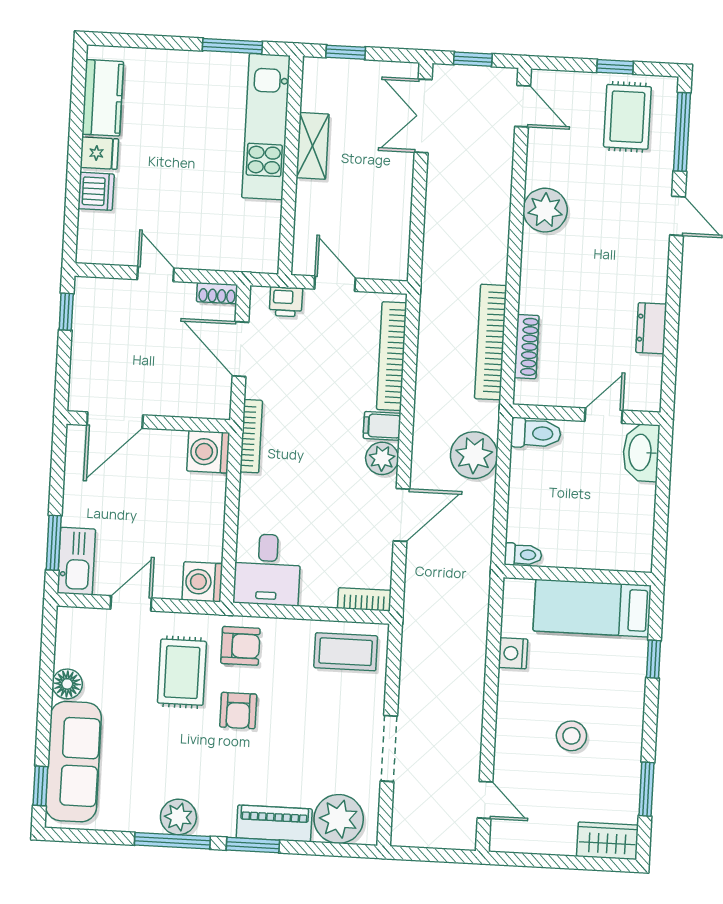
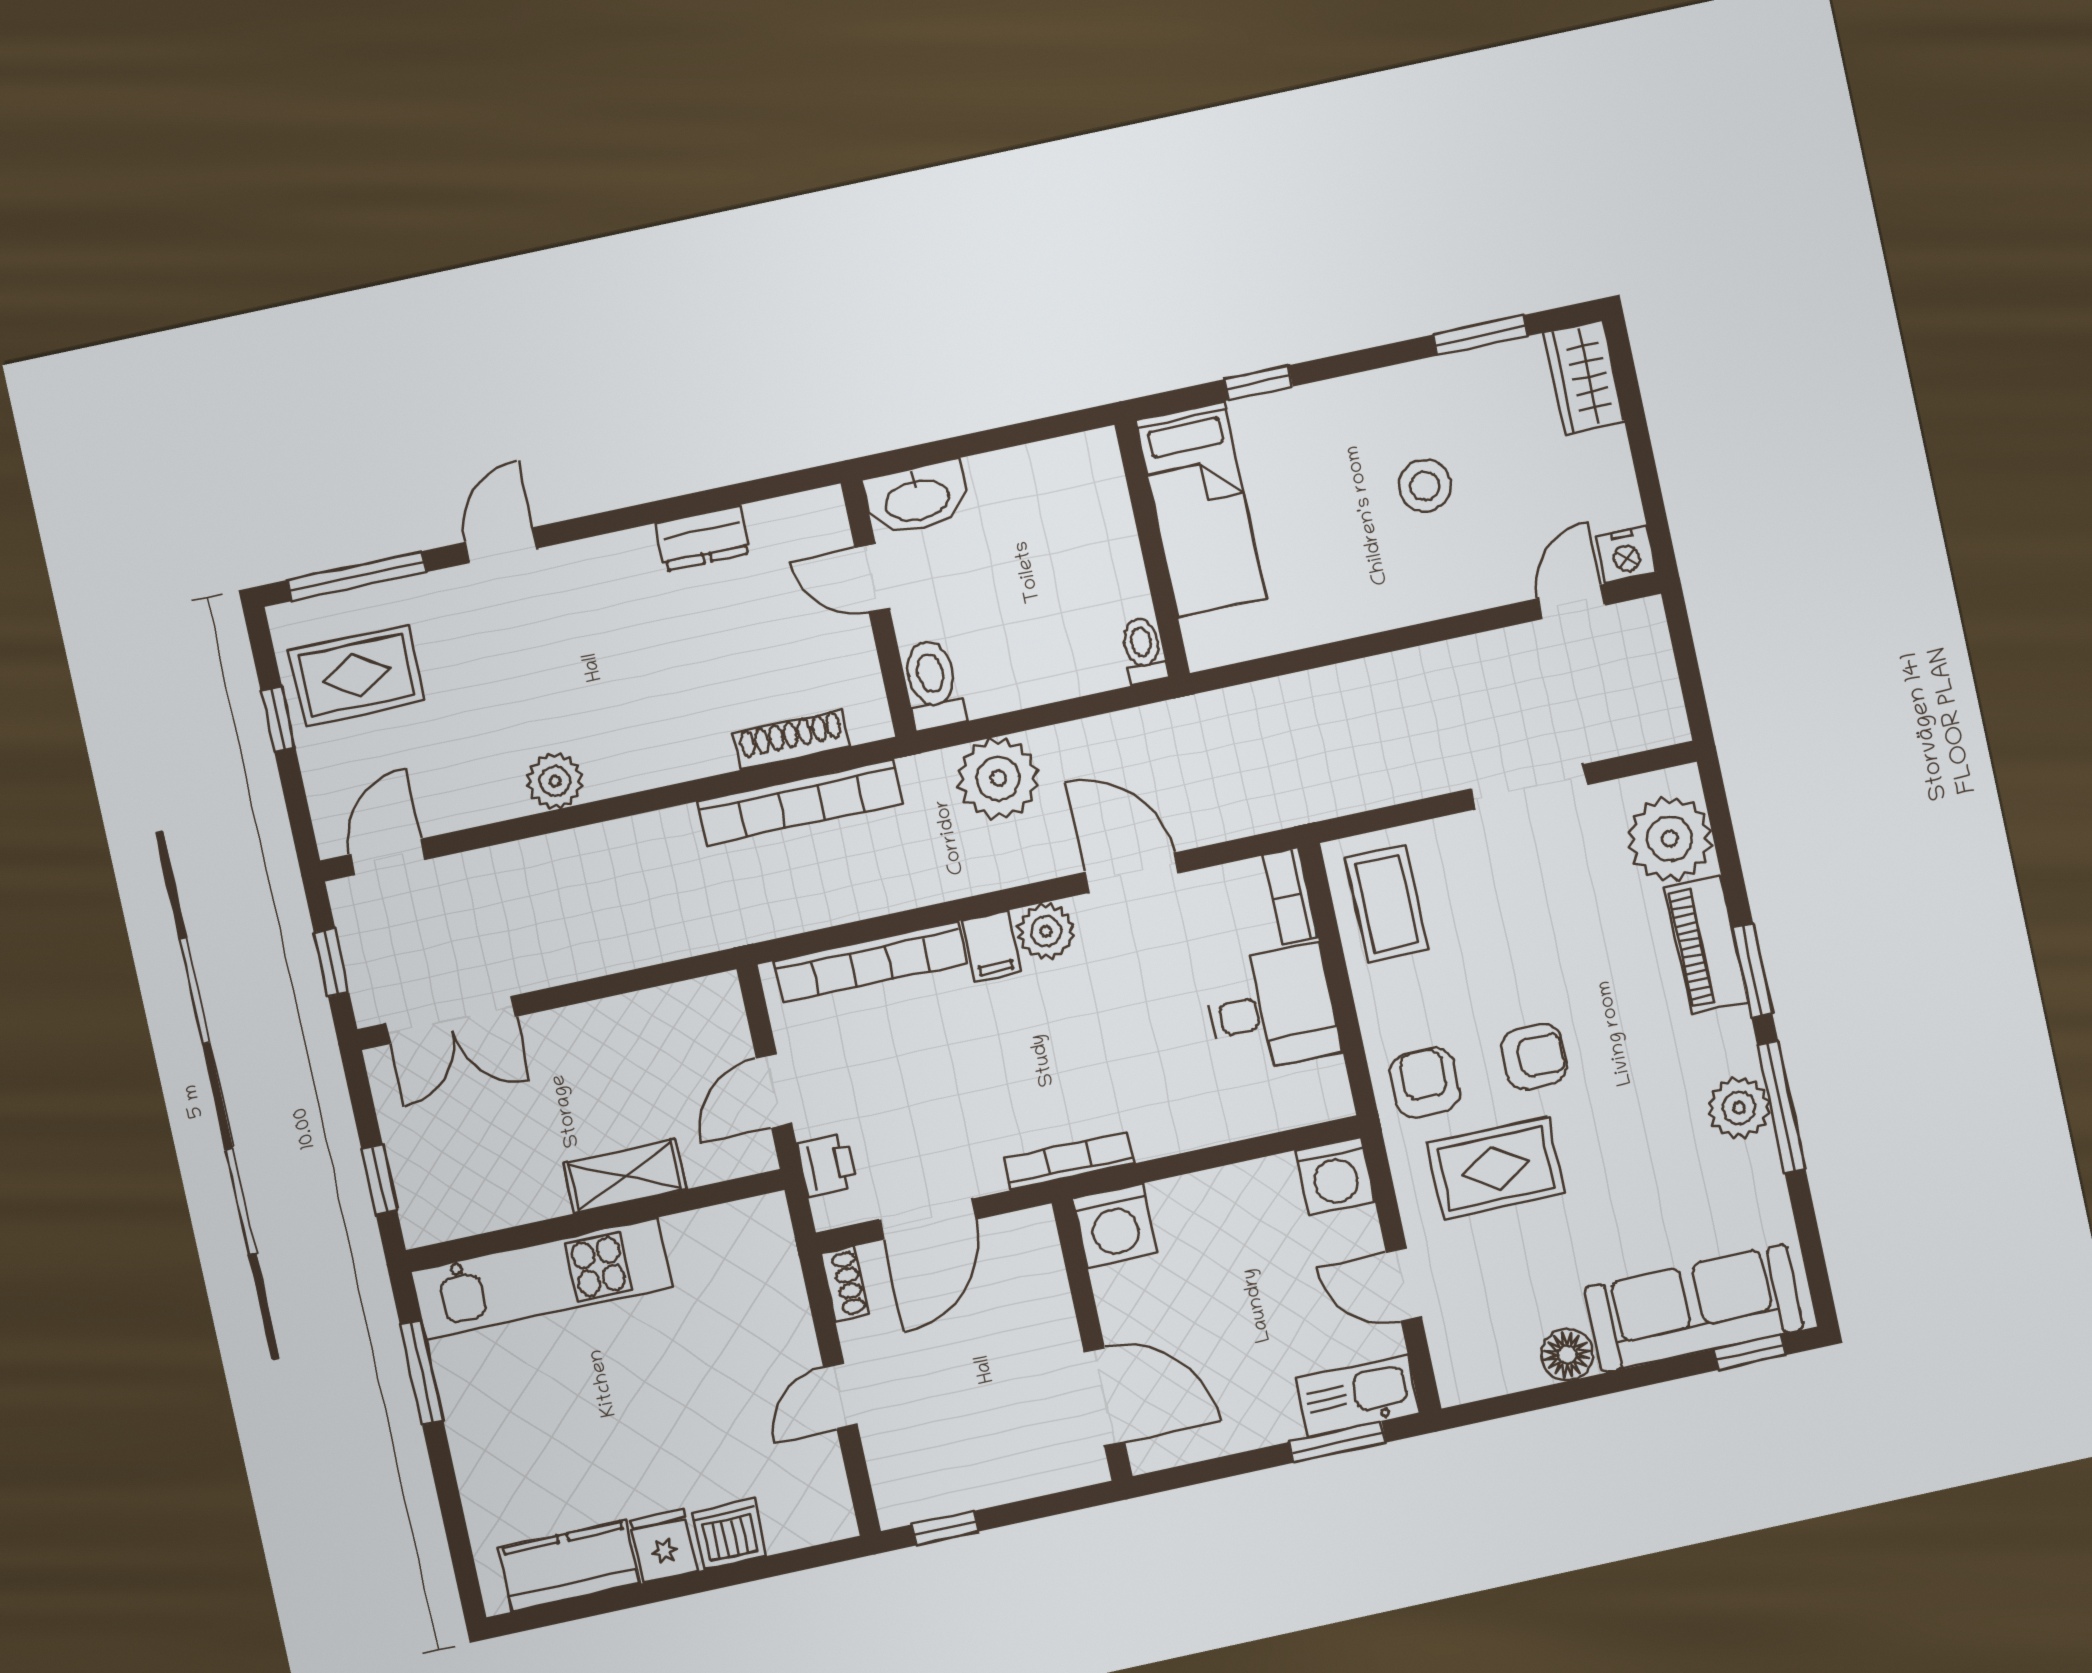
shelving: (313, 146) -> (625, 1176), moved
plant: (545, 210) -> (555, 781), width x0.73, depth x0.73
desk: (267, 570) -> (1271, 1009), moved
nightstand: (513, 653) -> (1626, 554), moved

